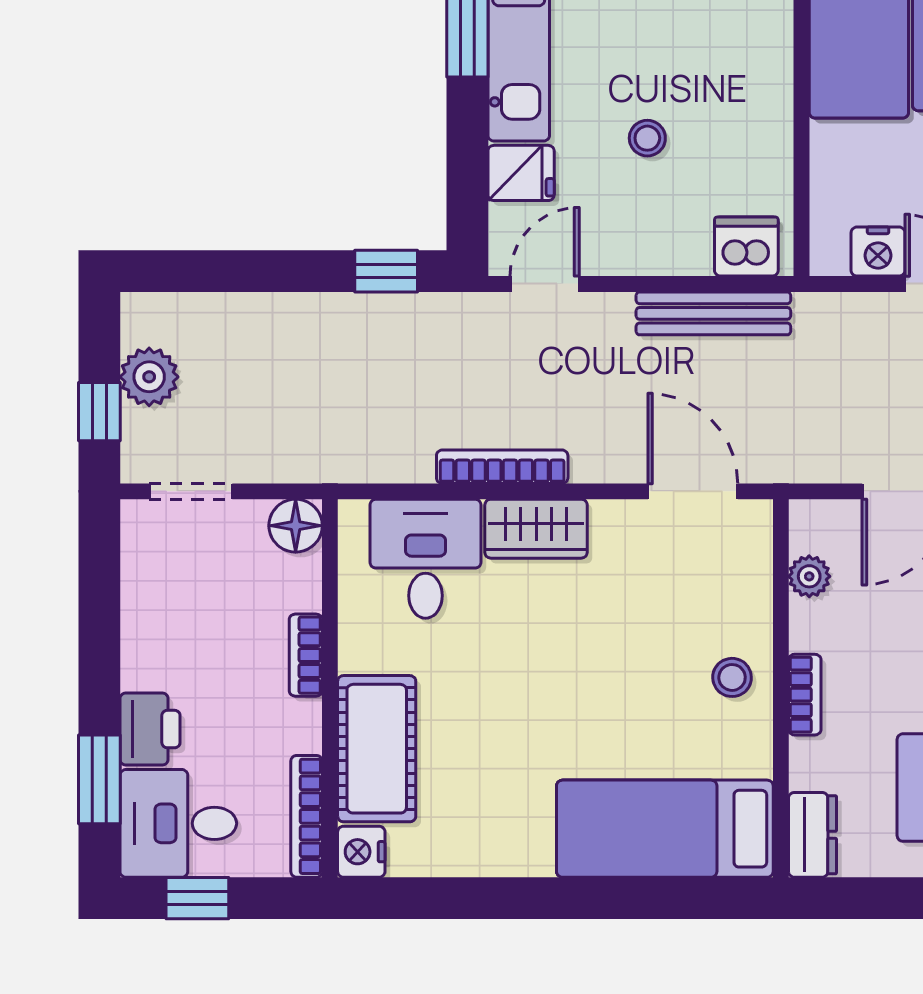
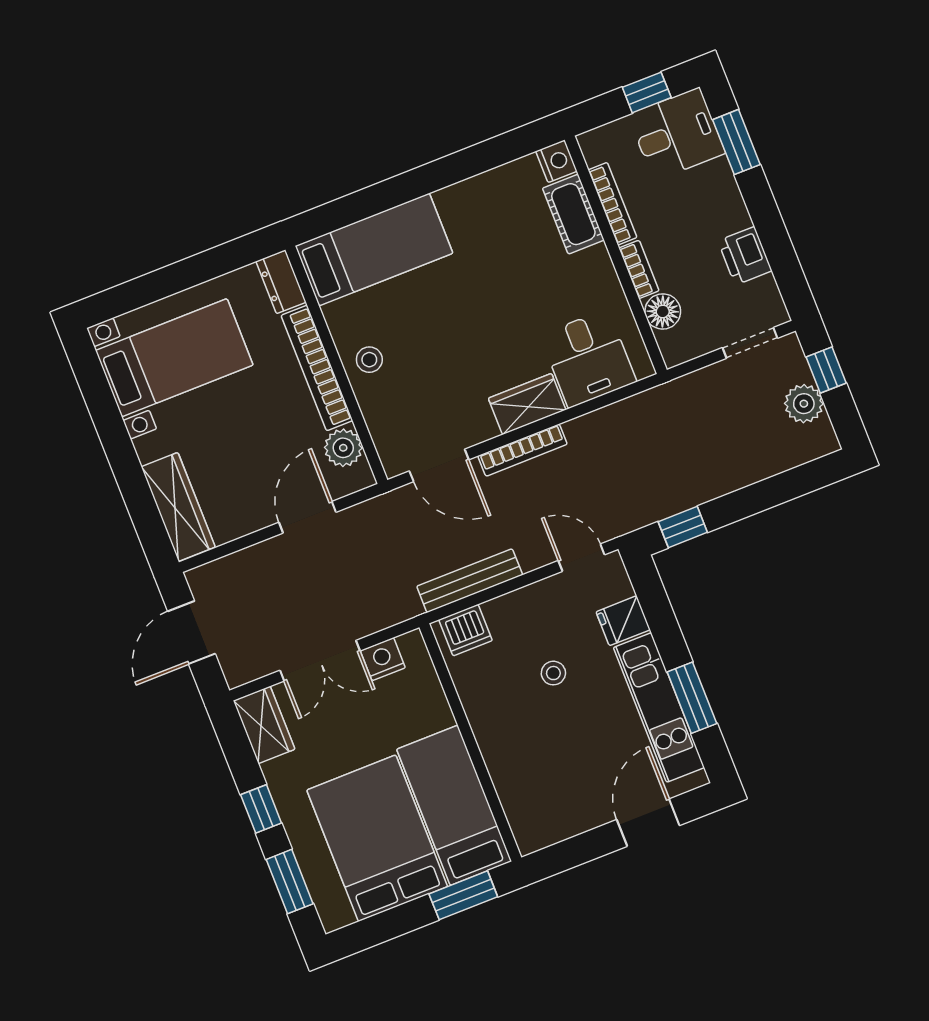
door: (545, 284) -> (581, 558), swing flipped
bookcase: (502, 467) -> (522, 450), moved
floor lamp: (296, 526) -> (663, 311), moved
plant: (809, 576) -> (343, 448), width x1.38, depth x1.38
bookcase: (805, 695) -> (317, 368), width x2.31, depth x1.31
printer: (150, 729) -> (745, 256), moved
cot: (377, 749) -> (573, 214), width x0.73, depth x0.75
bookcase: (307, 816) -> (612, 204), moved

